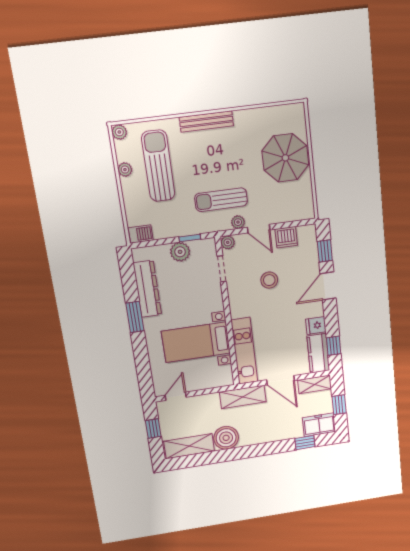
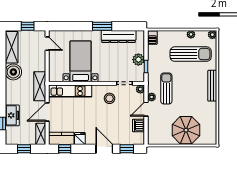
stool: (269, 280) -> (109, 98), moved
freezer: (319, 425) -> (12, 115), moved

